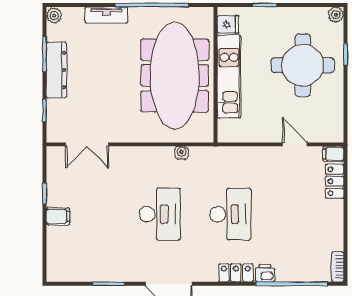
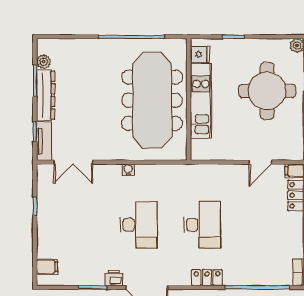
tv unit: (106, 15) -> (44, 141), moved, turned -90
plant: (54, 16) -> (44, 62), moved
door: (295, 144) -> (260, 162), swing flipped
water cooler: (181, 153) -> (128, 170), moved
filing cabinet: (58, 216) -> (47, 267), moved
printer: (265, 273) -> (114, 278), moved

